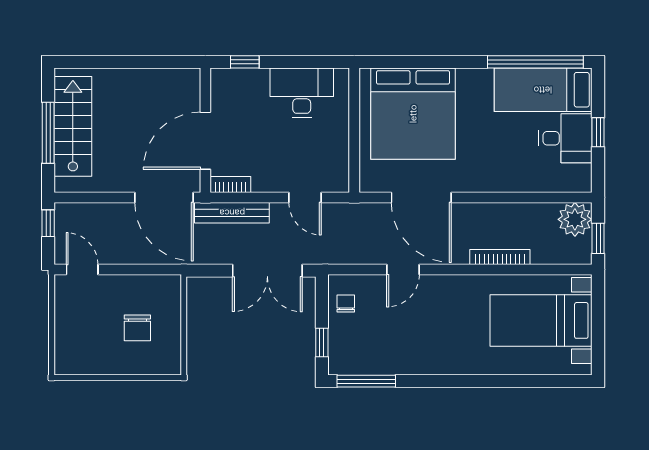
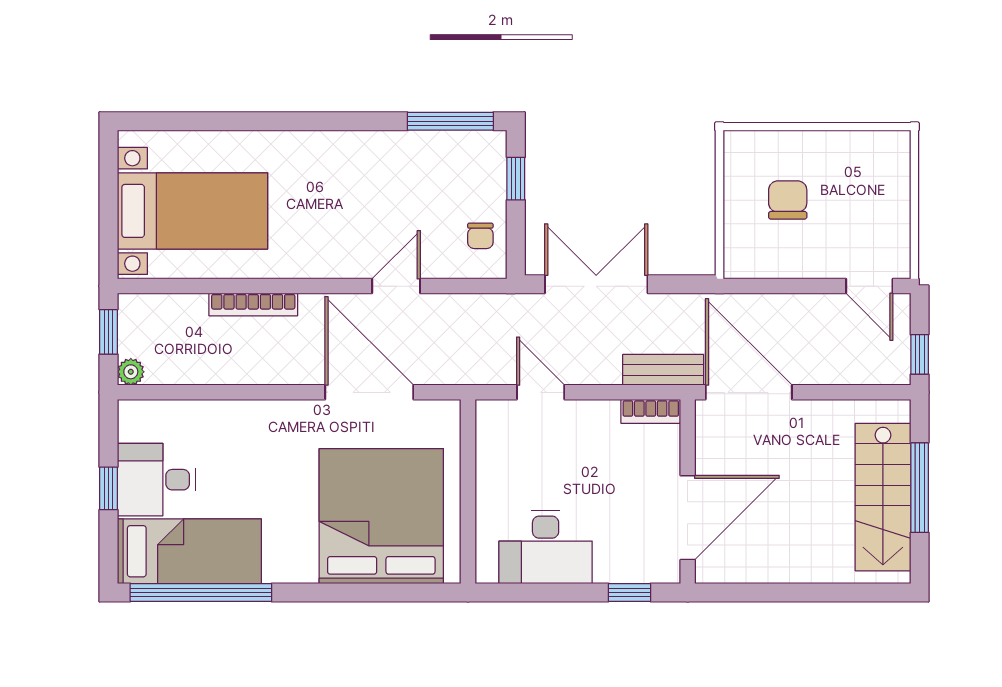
door: (205, 141) -> (688, 518), moved
bench: (232, 213) -> (663, 370), width x0.73
plant: (575, 219) -> (131, 372), width x0.53, depth x0.53

